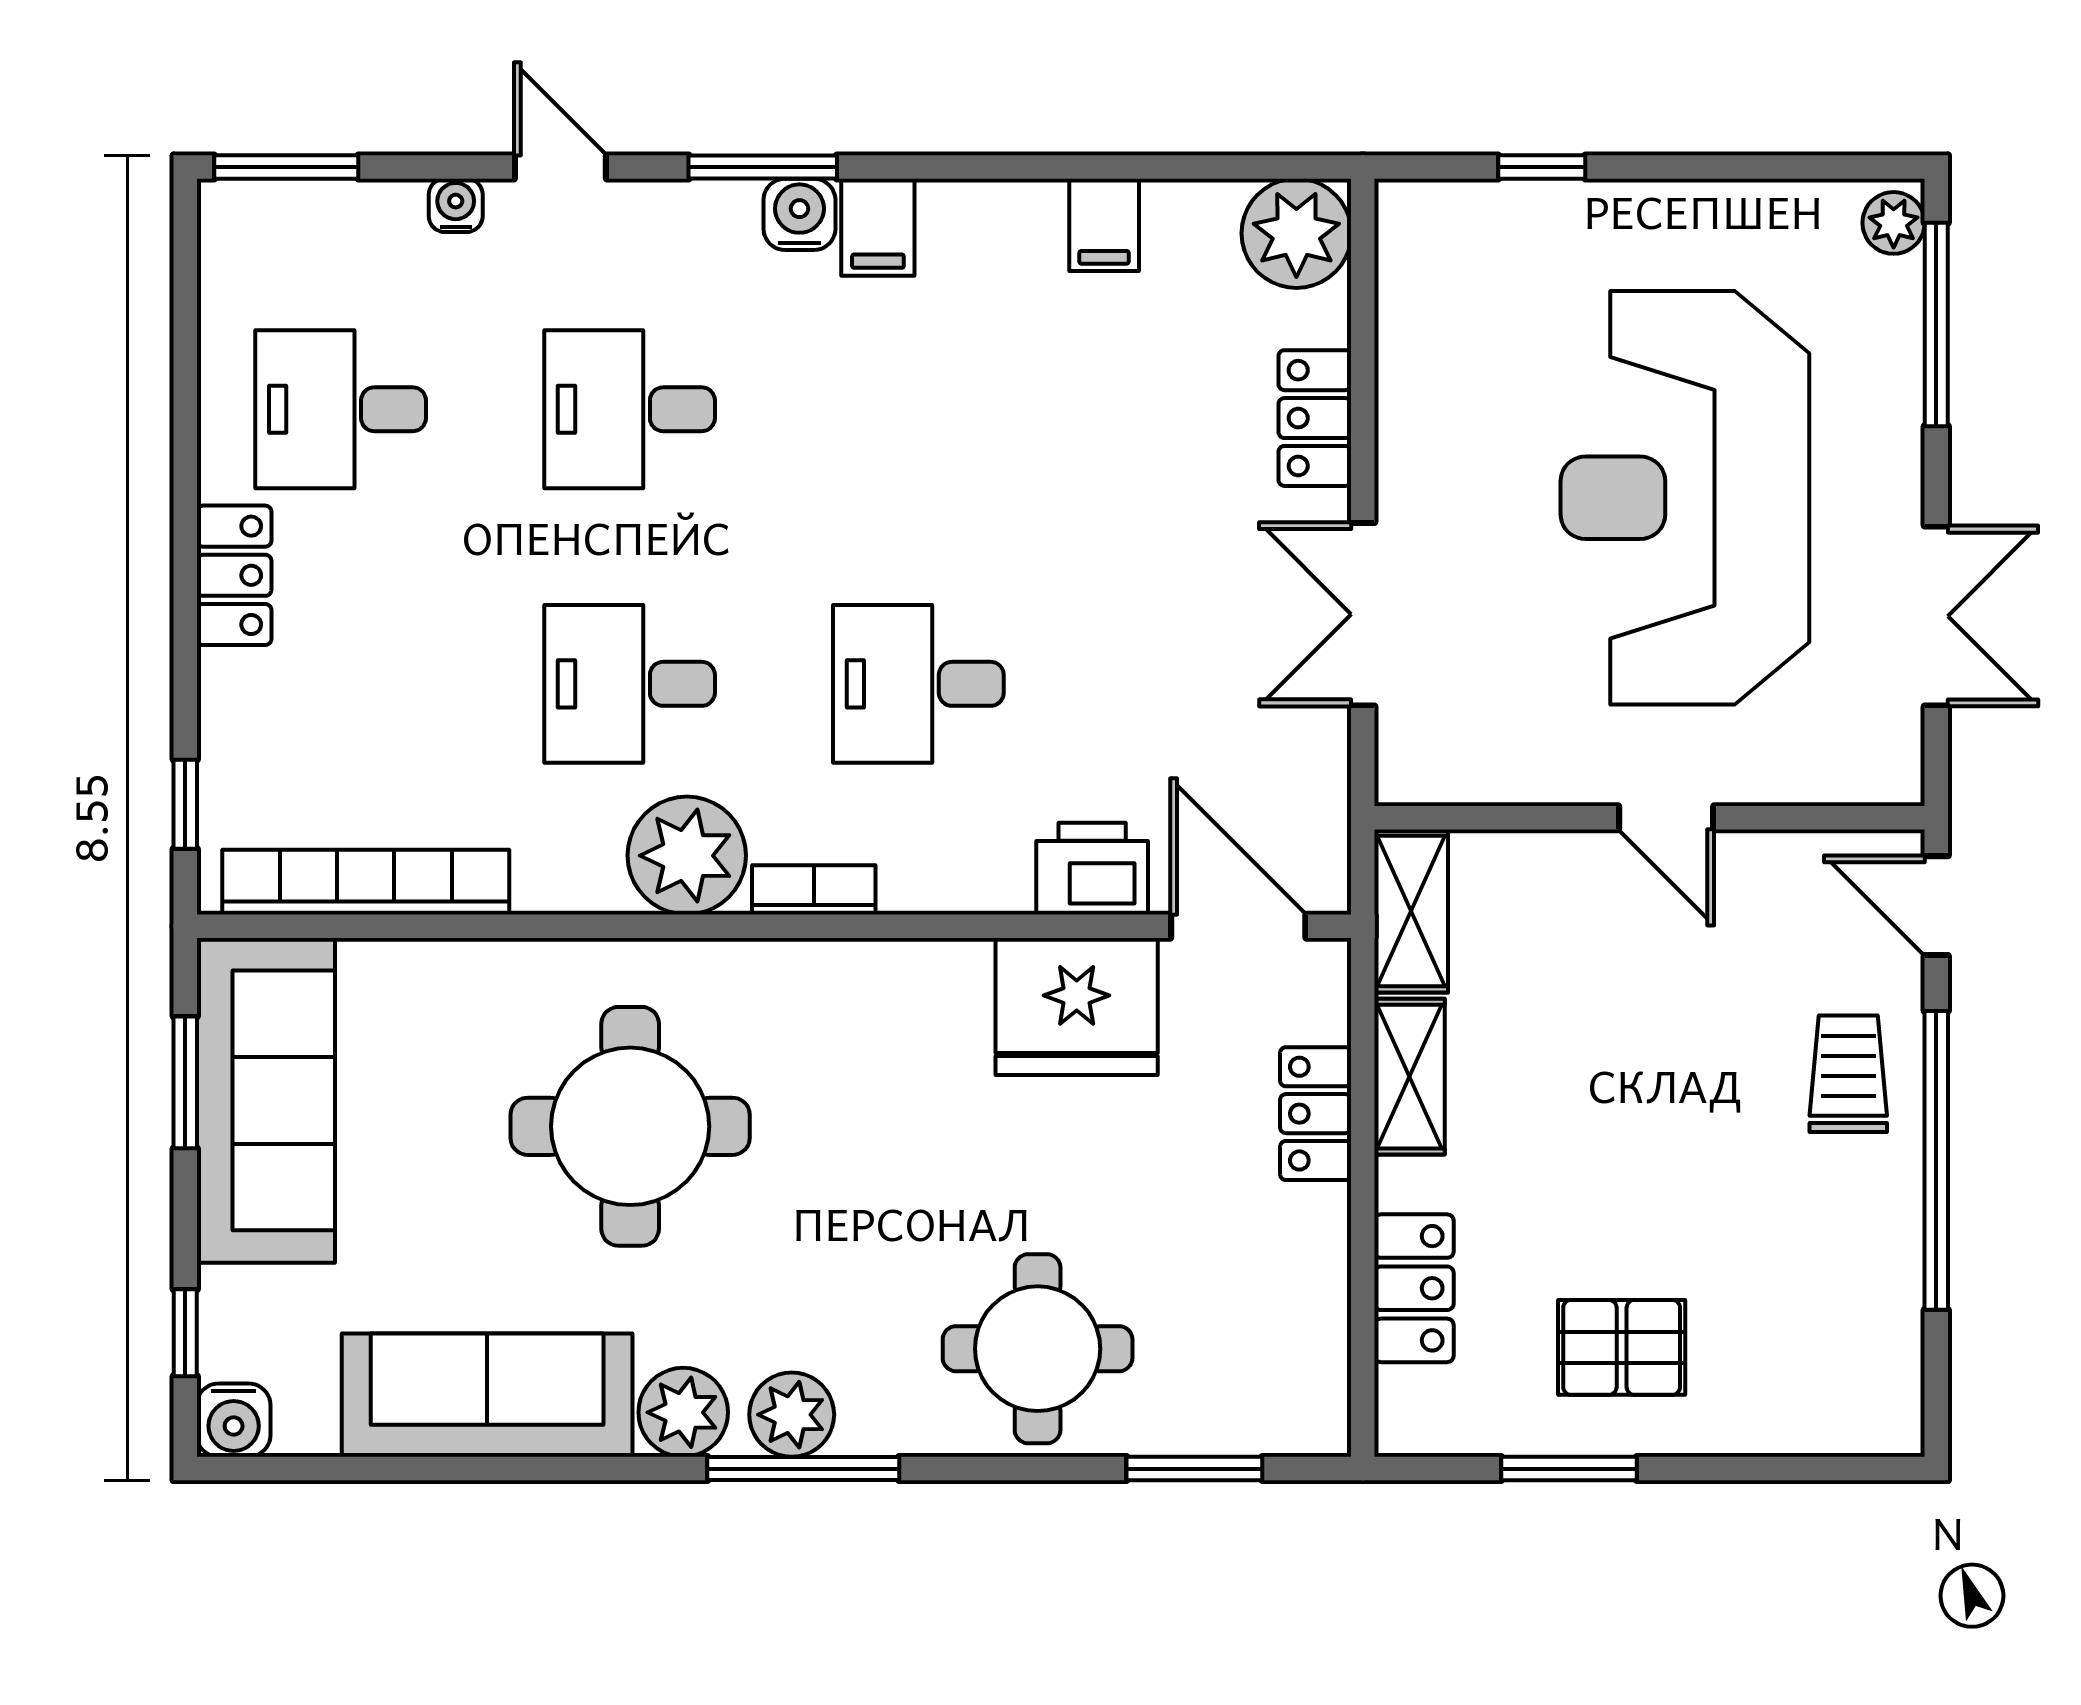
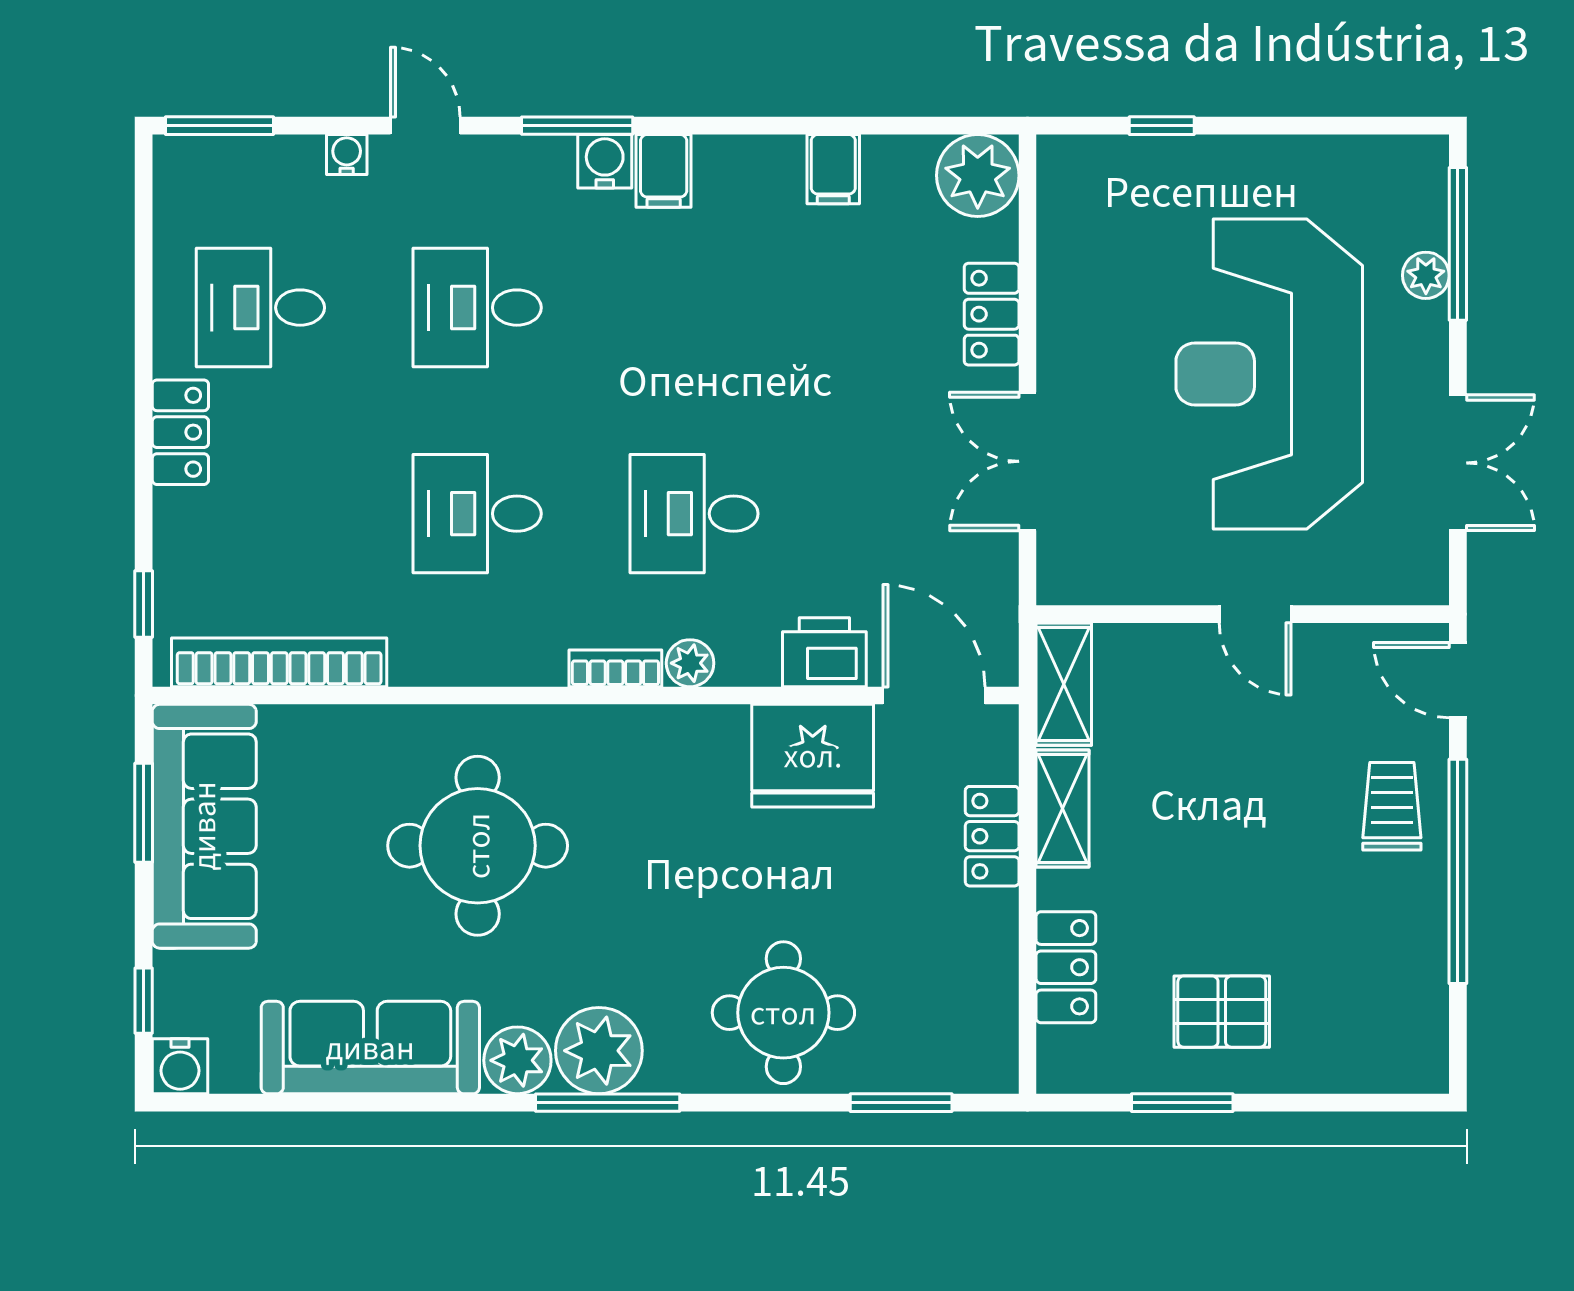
plant: (1894, 223) -> (1426, 275), moved
plant: (687, 856) -> (690, 663), moved, width x0.53, depth x0.53
plant: (792, 1415) -> (599, 1051), width x1.36, depth x1.36

